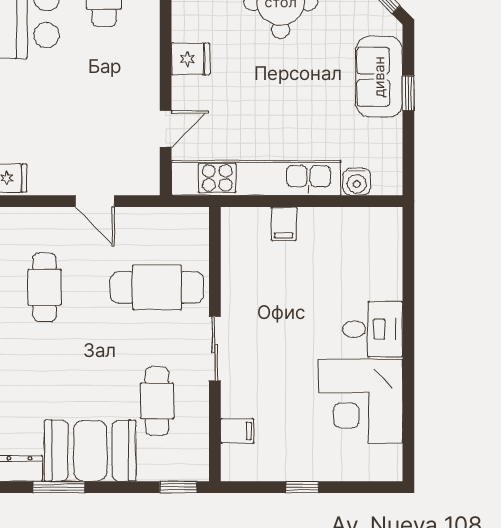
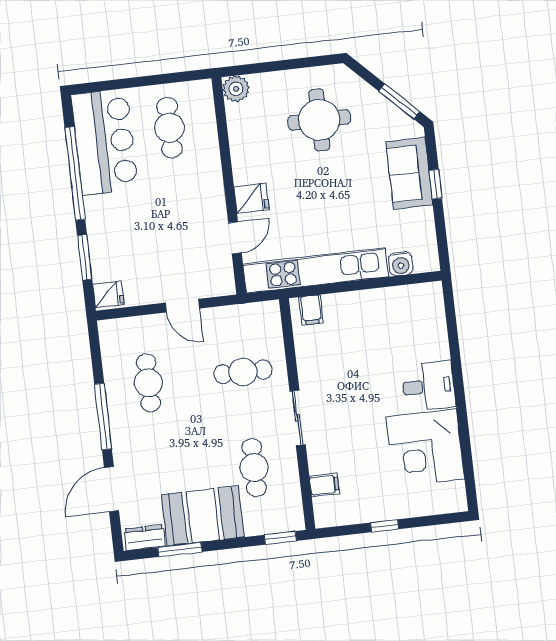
fridge: (191, 59) -> (252, 198), moved
filing cabinet: (284, 224) -> (311, 310), moved
cafe table: (157, 287) -> (243, 372), width x0.73, depth x0.74

